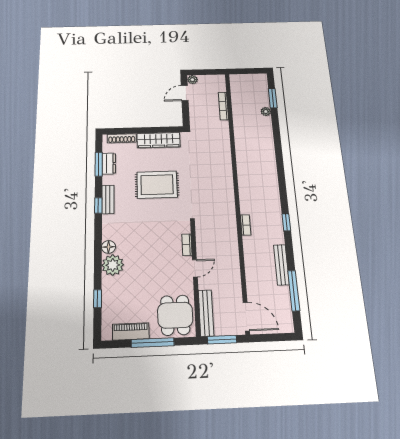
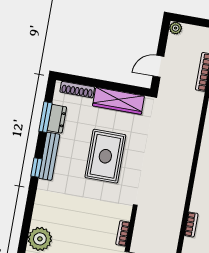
door: (185, 93) -> (158, 66), moved
rug: (157, 185) -> (105, 156), turned 90
bench: (108, 199) -> (49, 156), width x1.36
floor lamp: (109, 247) -> (39, 218), removed

